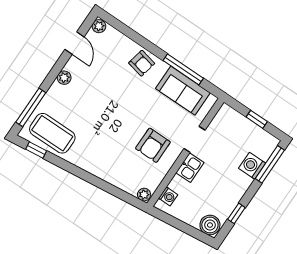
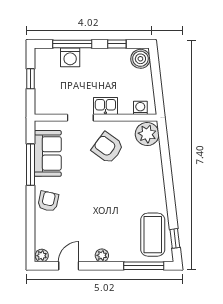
armchair: (153, 145) -> (108, 148), turned -144
window: (270, 164) -> (72, 44), moved
plant: (144, 195) -> (147, 134), width x1.87, depth x1.87

